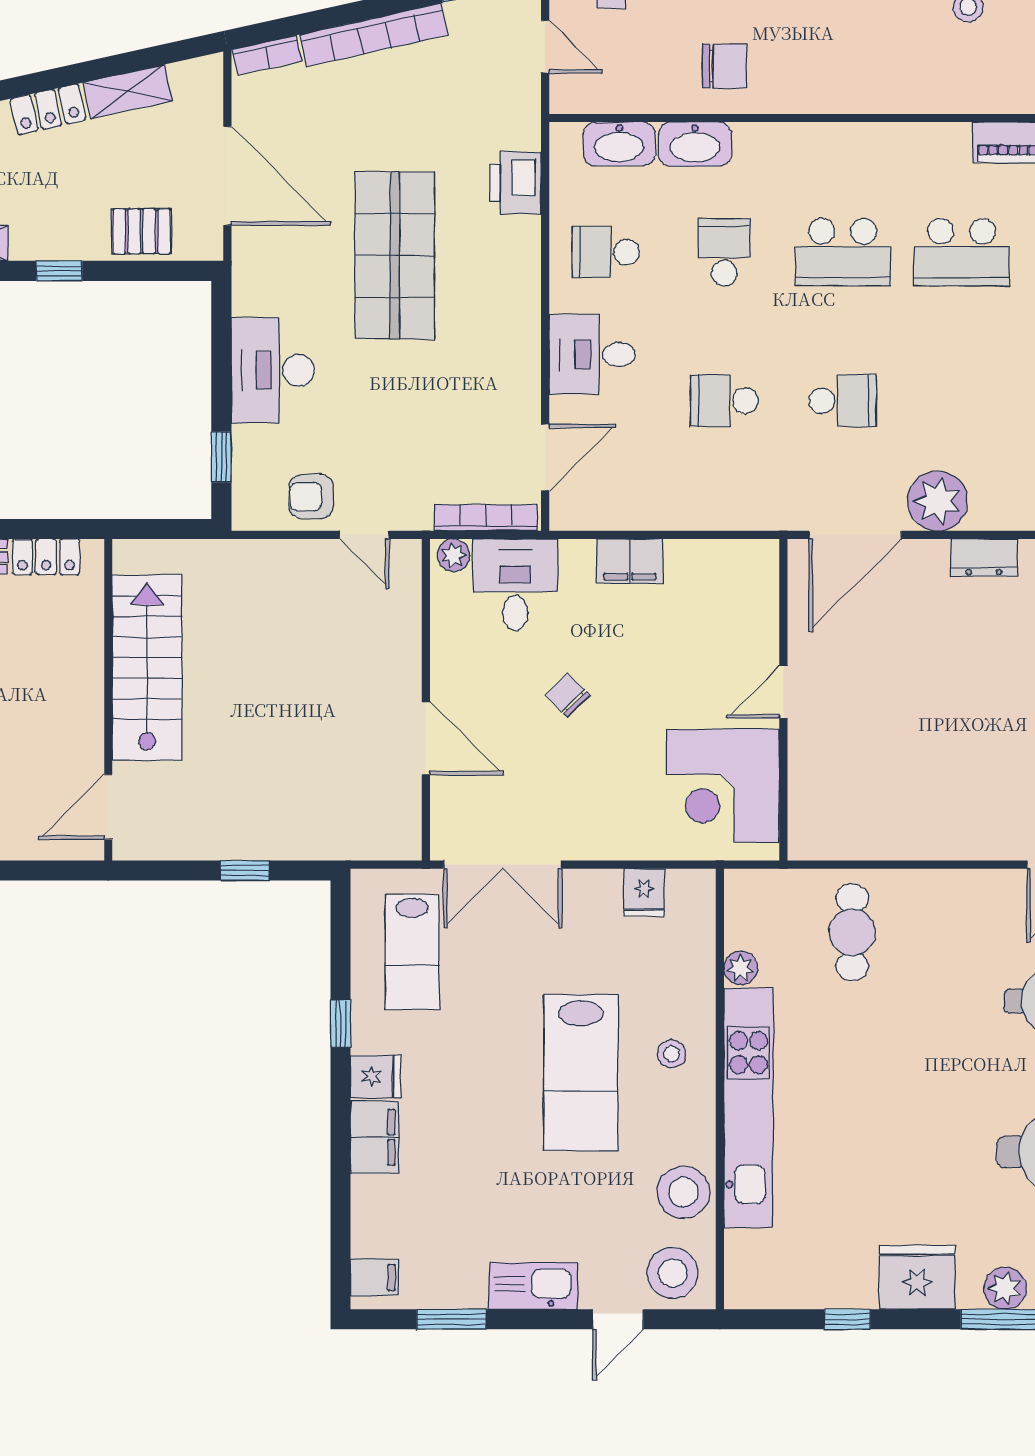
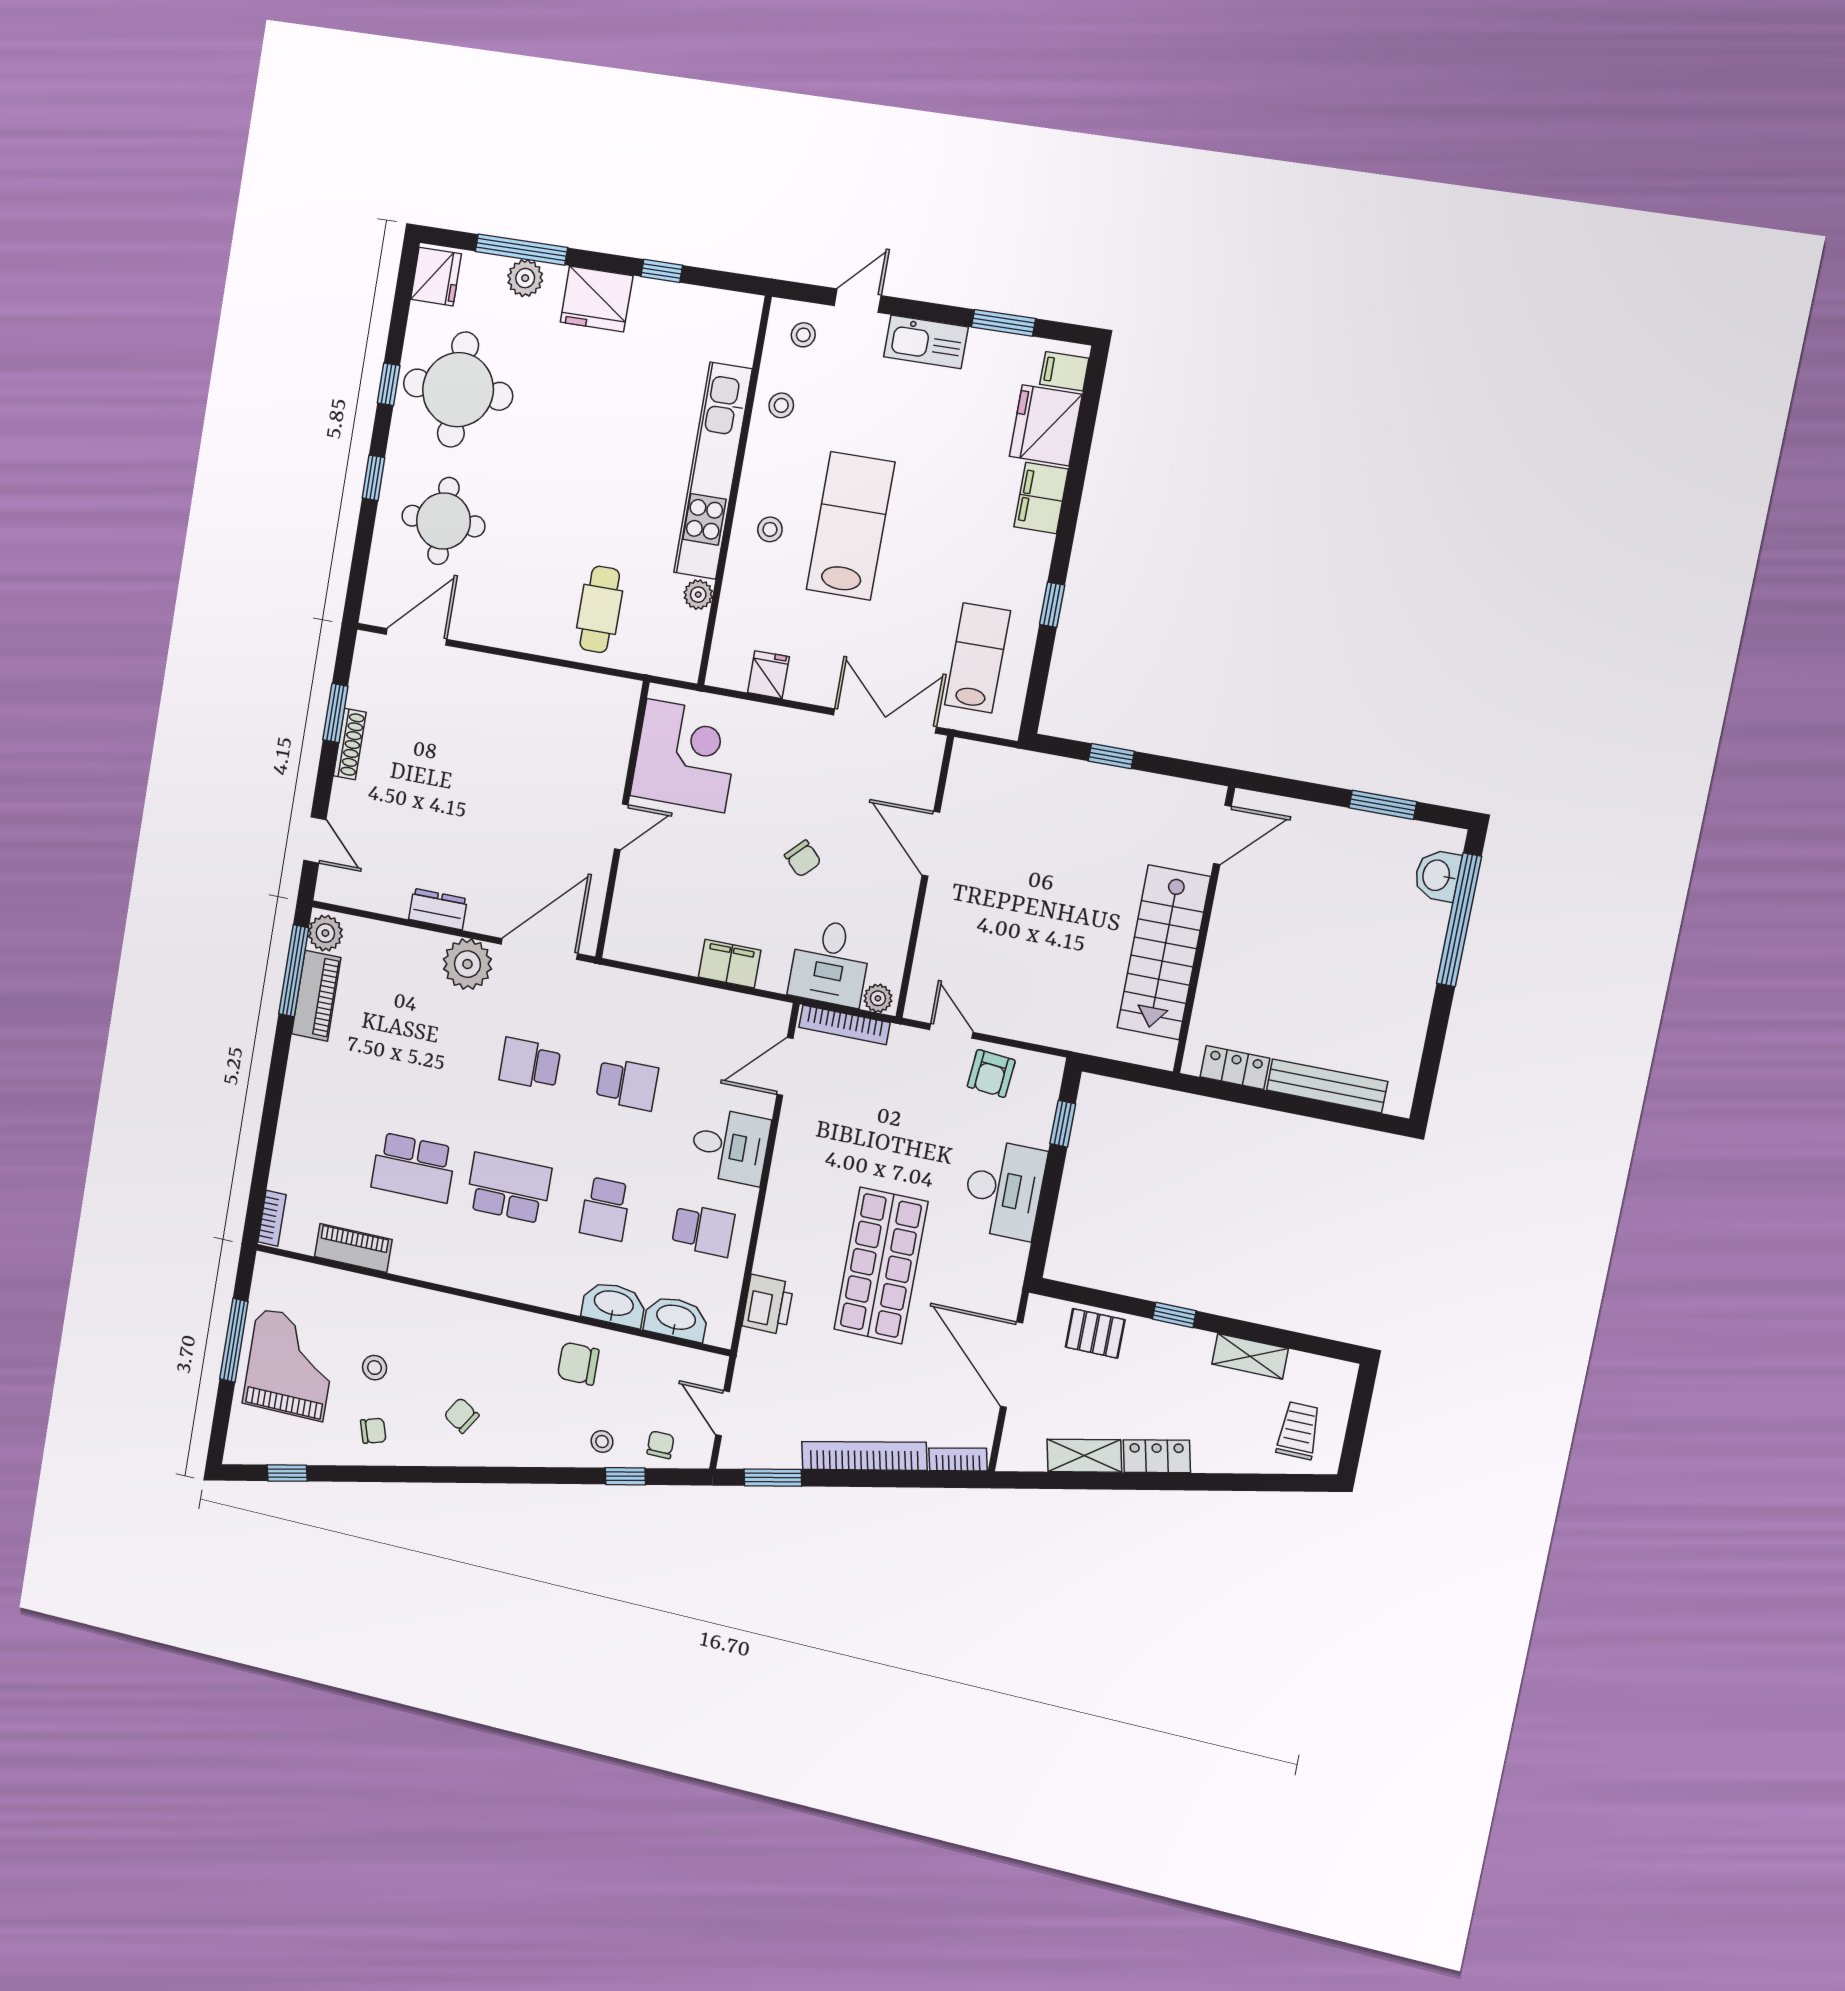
school desk: (962, 252) -> (413, 1167), turned 180
armchair: (311, 497) -> (991, 1073), turned 95
fridge: (376, 1077) -> (1046, 425), moved, width x1.88, depth x1.34
stool: (683, 1192) -> (781, 405), width x0.53, depth x0.53
stool: (673, 1273) -> (803, 335), width x0.53, depth x0.53

